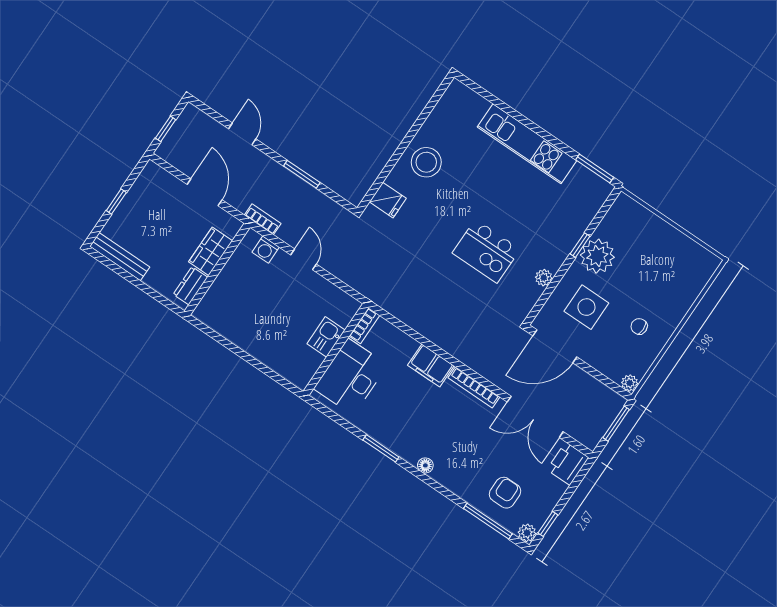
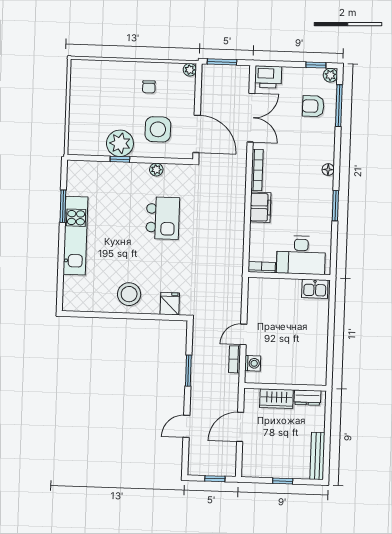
window: (595, 169) -> (63, 206), moved
bookcase: (263, 219) -> (235, 359), moved
kitchen sink: (326, 337) -> (315, 289), moved

